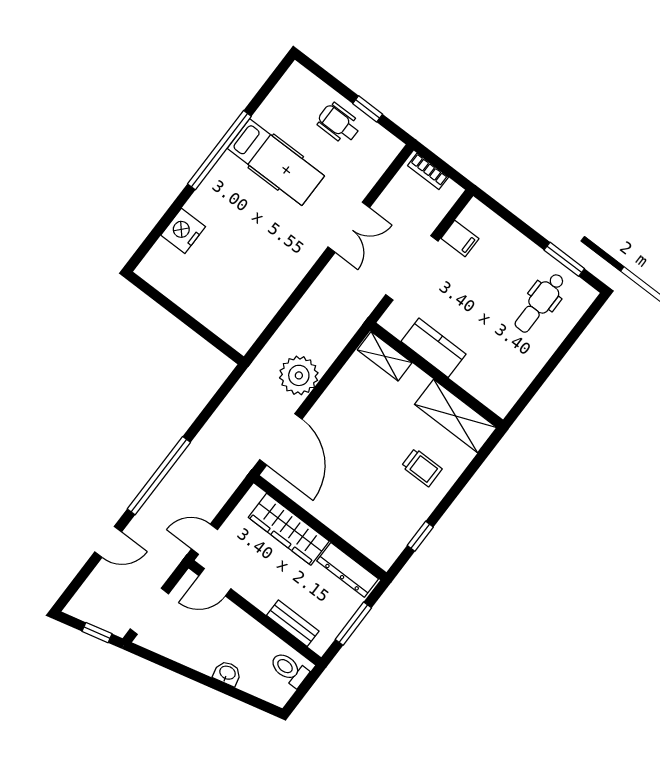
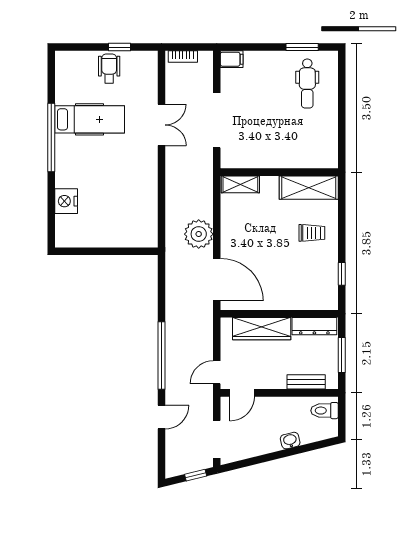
wheelchair: (339, 123) -> (109, 68), turned 90
filing cabinet: (460, 239) -> (232, 59), moved
kitchen counter: (434, 348) -> (265, 157), removed

